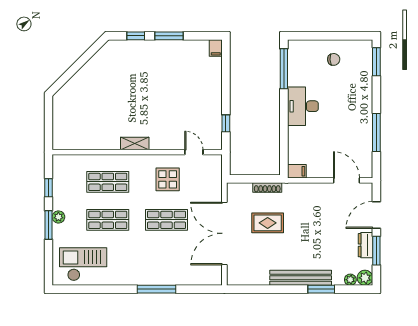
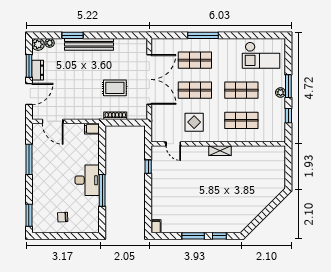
window: (284, 69) -> (102, 190), moved
shop shelf: (167, 258) -> (195, 60), added

